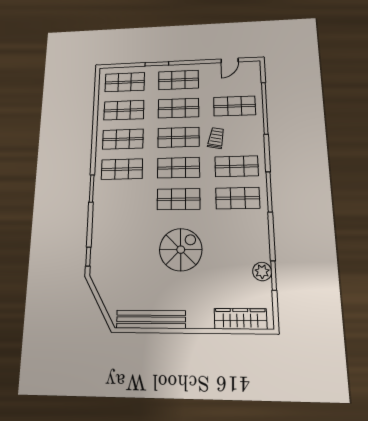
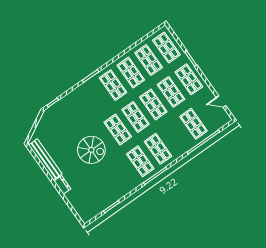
trolley: (216, 138) -> (167, 126), removed
plant: (262, 272) -> (109, 200), removed
wardrobe: (240, 319) -> (78, 204), removed
dresser: (200, 321) -> (62, 185), added

